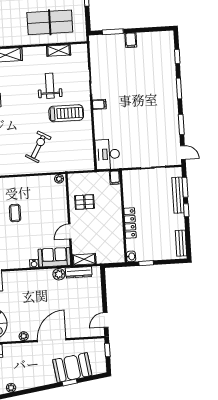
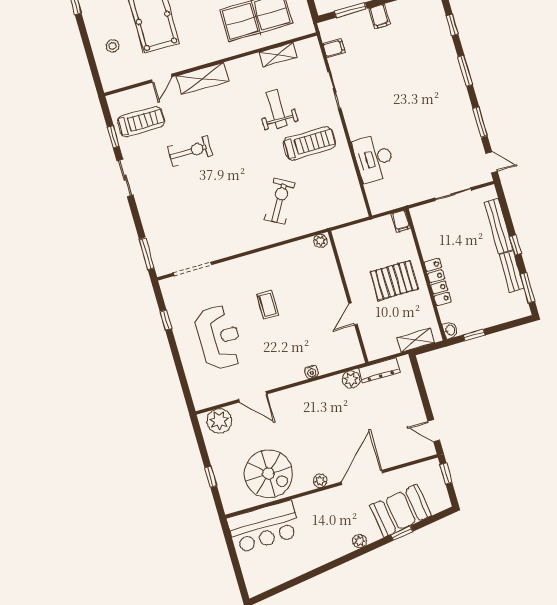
filing cabinet: (99, 104) -> (334, 48), moved
desk: (107, 154) -> (374, 158), moved
window: (185, 187) -> (528, 288), moved
pallet: (85, 202) -> (394, 280), moved, width x1.50, depth x1.42
bench: (181, 243) -> (512, 272), moved
sofa: (54, 257) -> (339, 356), removed
shelving: (84, 259) -> (416, 340), moved
door: (106, 320) -> (434, 431), hinge flipped
plant: (11, 388) -> (360, 541), moved

